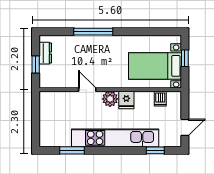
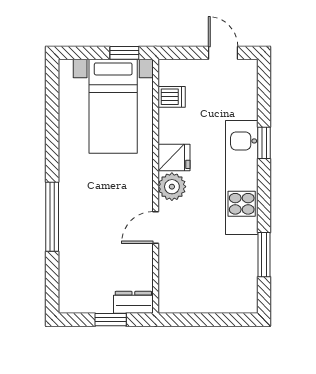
dresser: (45, 53) -> (133, 302), moved
window: (185, 58) -> (124, 53), moved
kitchen unit: (115, 138) -> (242, 178), width x0.73
window: (155, 150) -> (264, 143), moved

